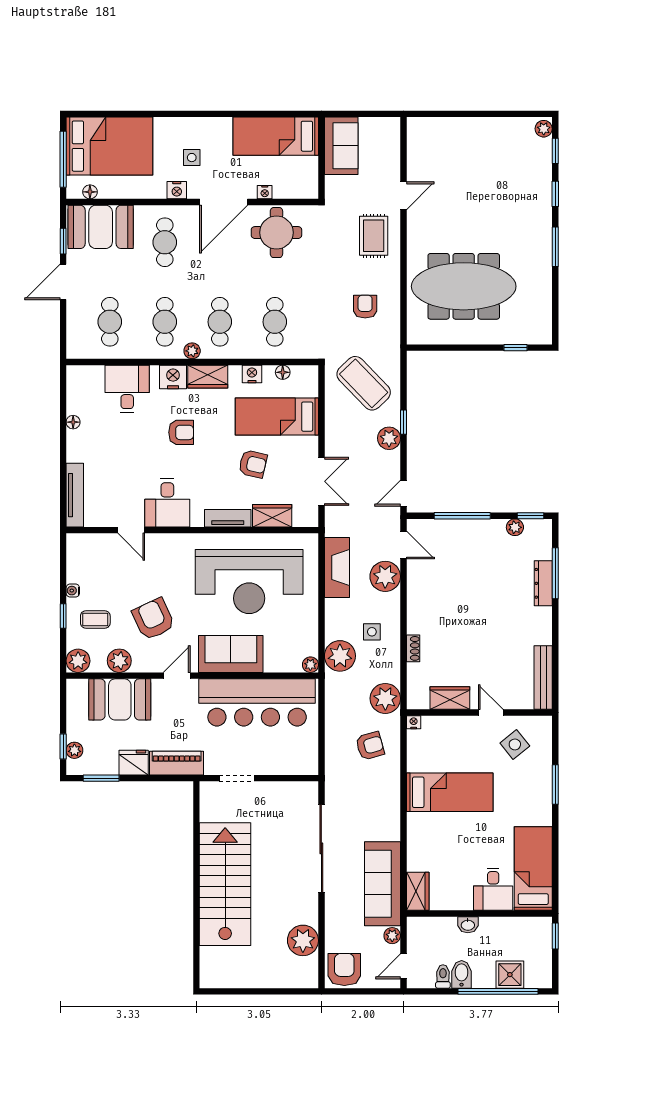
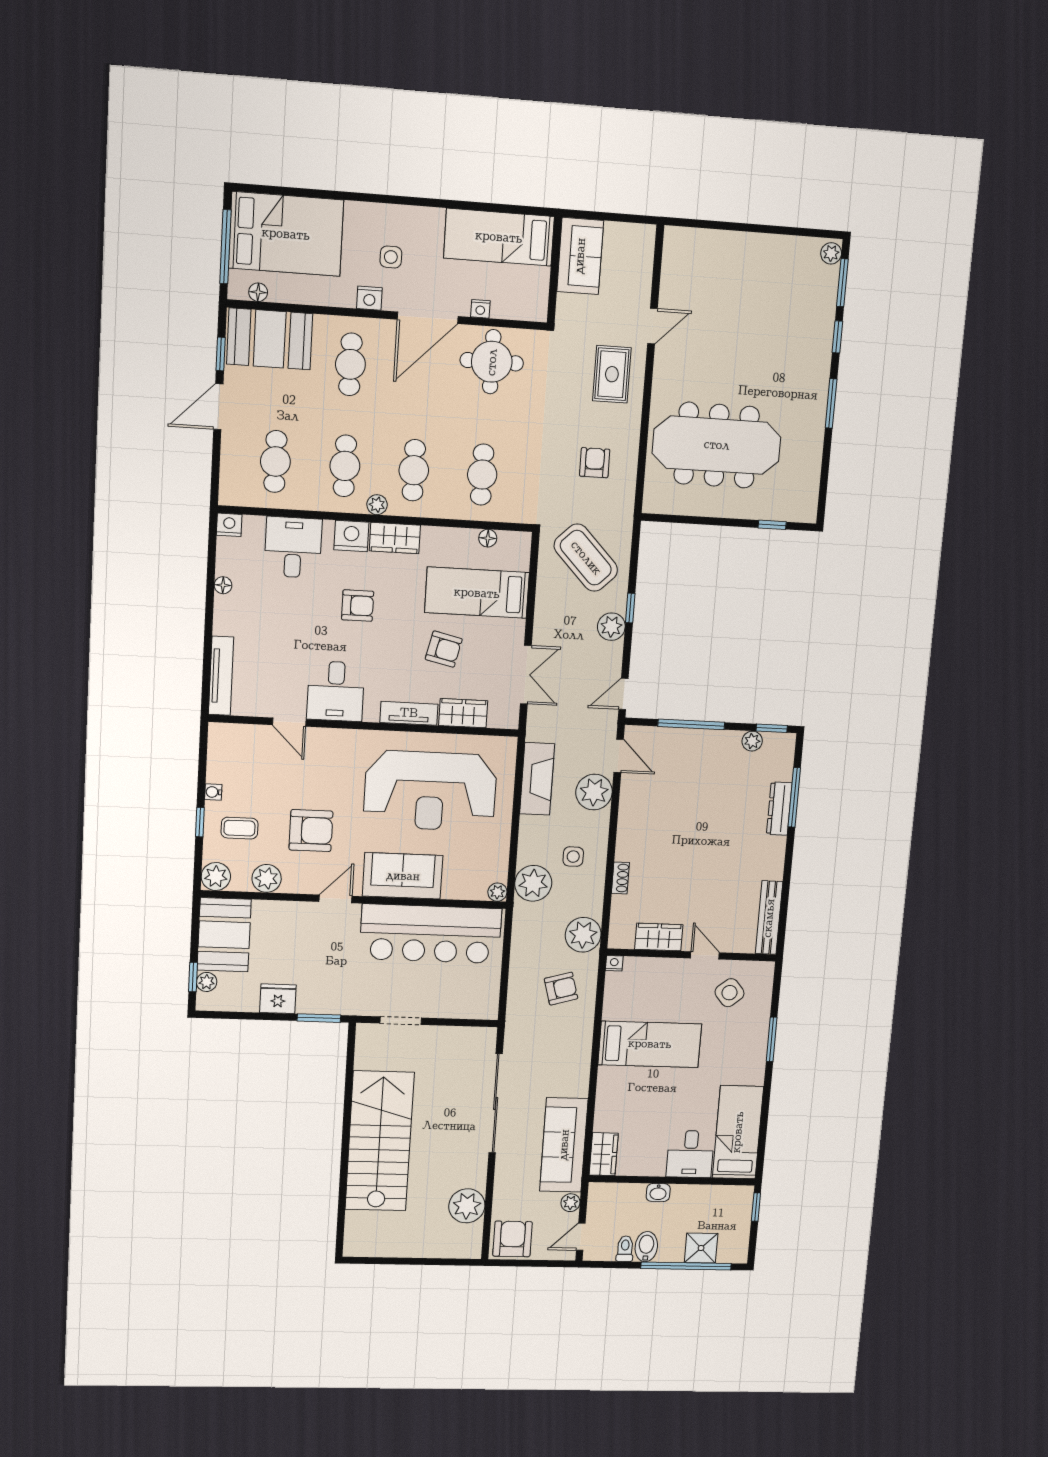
window: (555, 151) -> (842, 283), width x1.50
nightstand: (252, 374) -> (229, 525), moved
armchair: (153, 619) -> (311, 831), turned 115
booth: (120, 699) -> (224, 935), moved, turned 90
piano: (177, 763) -> (330, 1001), removed
window: (101, 778) -> (319, 1018), moved

